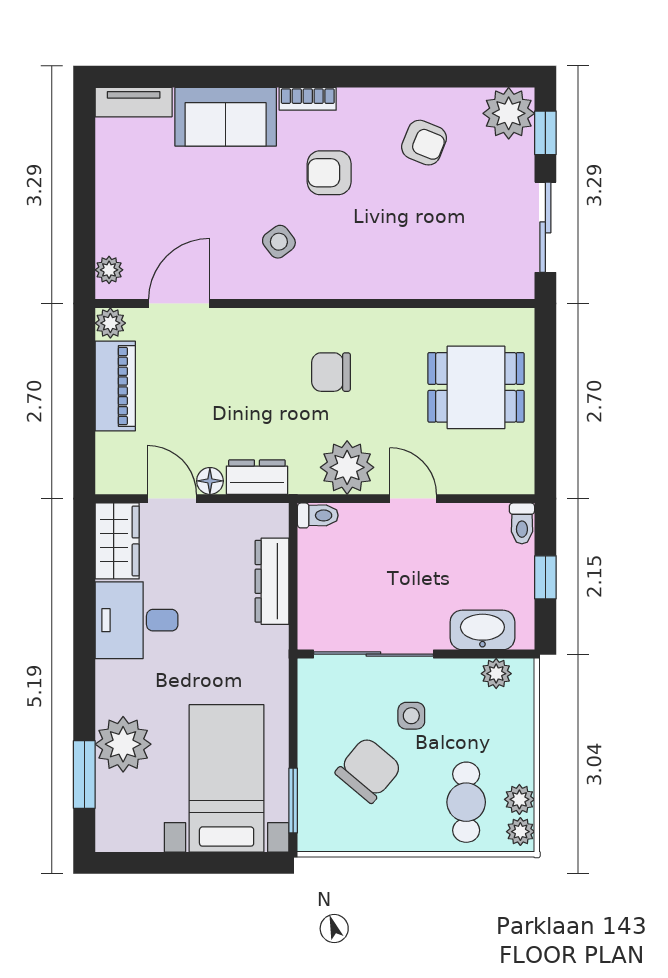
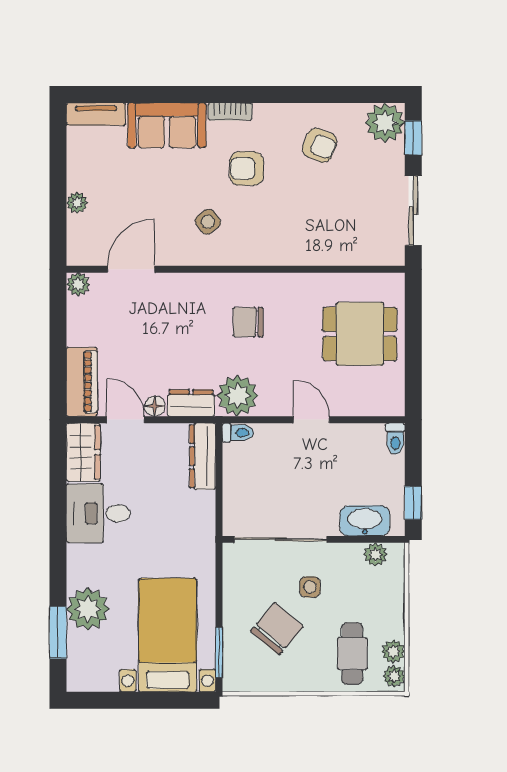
plant: (109, 270) -> (77, 203), moved
piano: (115, 386) -> (82, 382), moved
plant: (347, 467) -> (238, 396), moved
window: (545, 577) -> (413, 503), moved
dresser: (272, 581) -> (203, 456), moved

